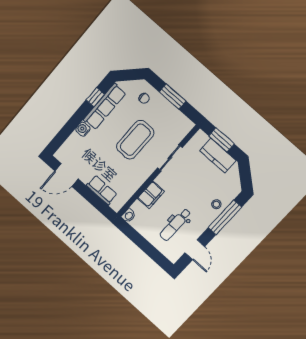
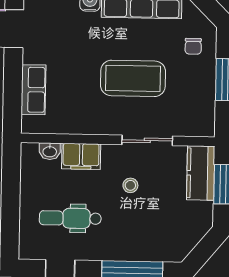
kitchen counter: (218, 155) -> (201, 173), moved
stool: (216, 204) -> (130, 185), moved
washbasin: (129, 216) -> (50, 151), moved

